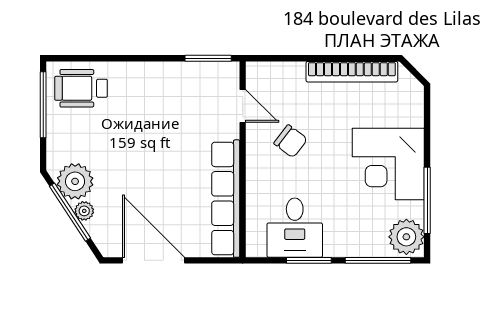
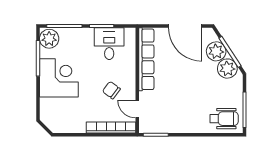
bookcase: (352, 72) -> (111, 128), moved
plant: (84, 211) -> (216, 51), width x1.88, depth x1.88

